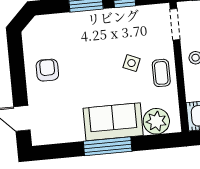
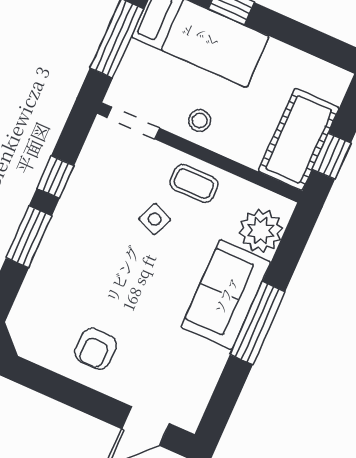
armchair: (47, 70) -> (96, 349), turned -88

